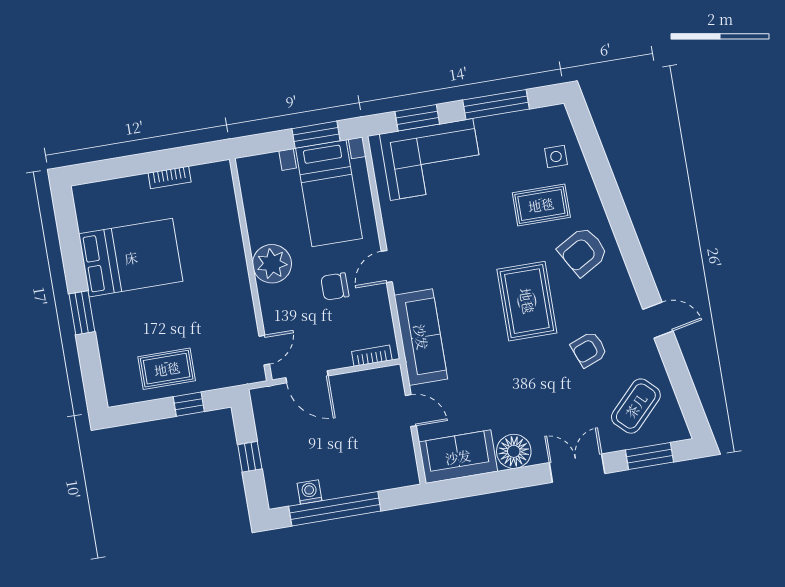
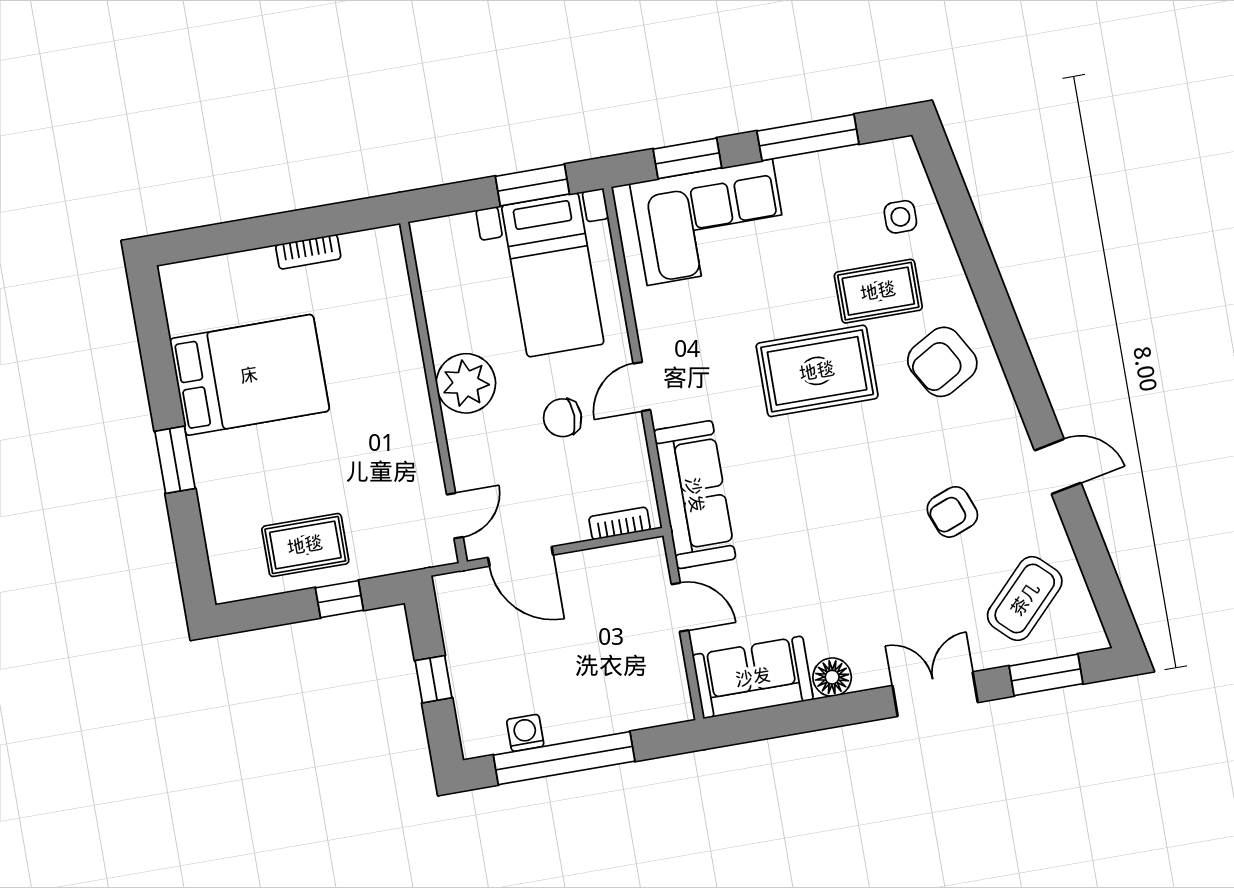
rug: (527, 301) -> (817, 371), moved, turned 90
floor lamp: (514, 451) -> (832, 677), width x0.73, depth x0.73

